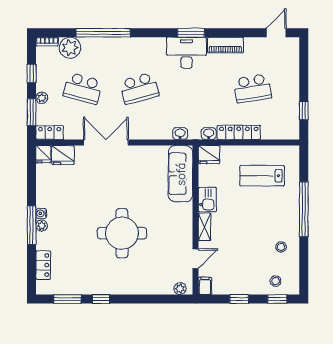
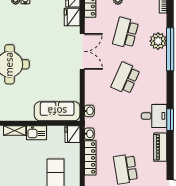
plant: (70, 48) -> (158, 41), moved
desk: (186, 53) -> (154, 116), width x0.73
school desk: (139, 88) -> (126, 78), turned 39

